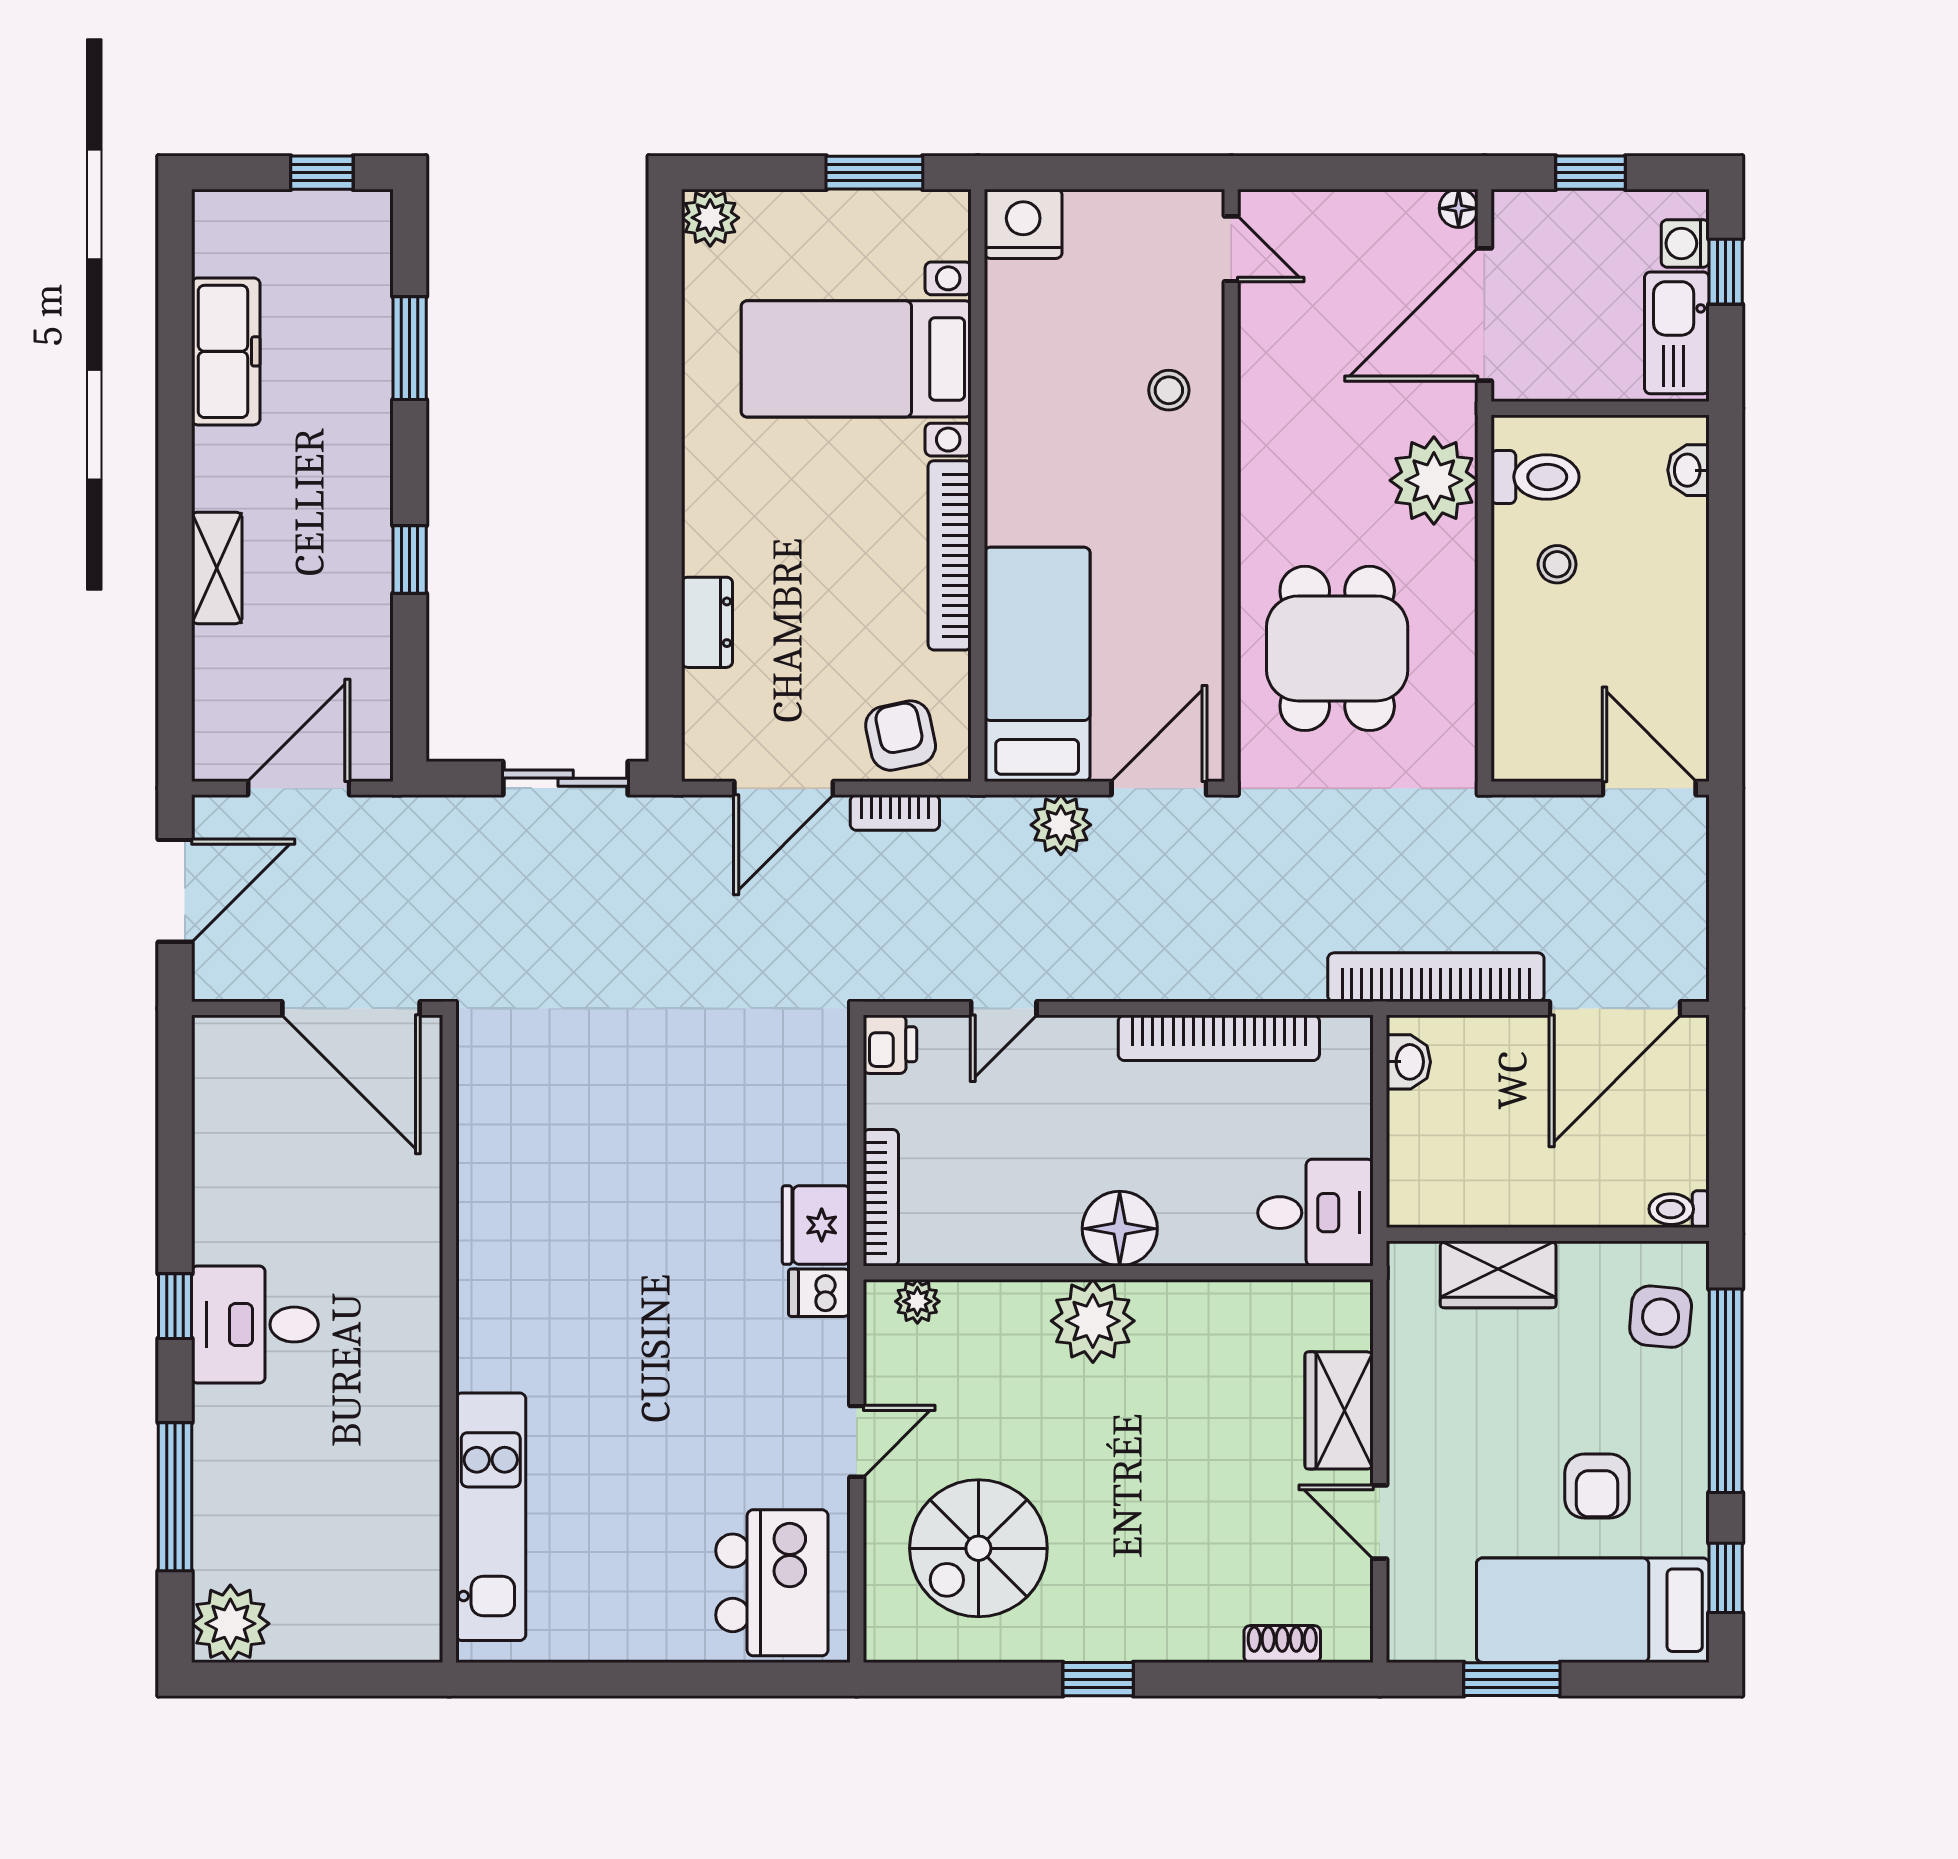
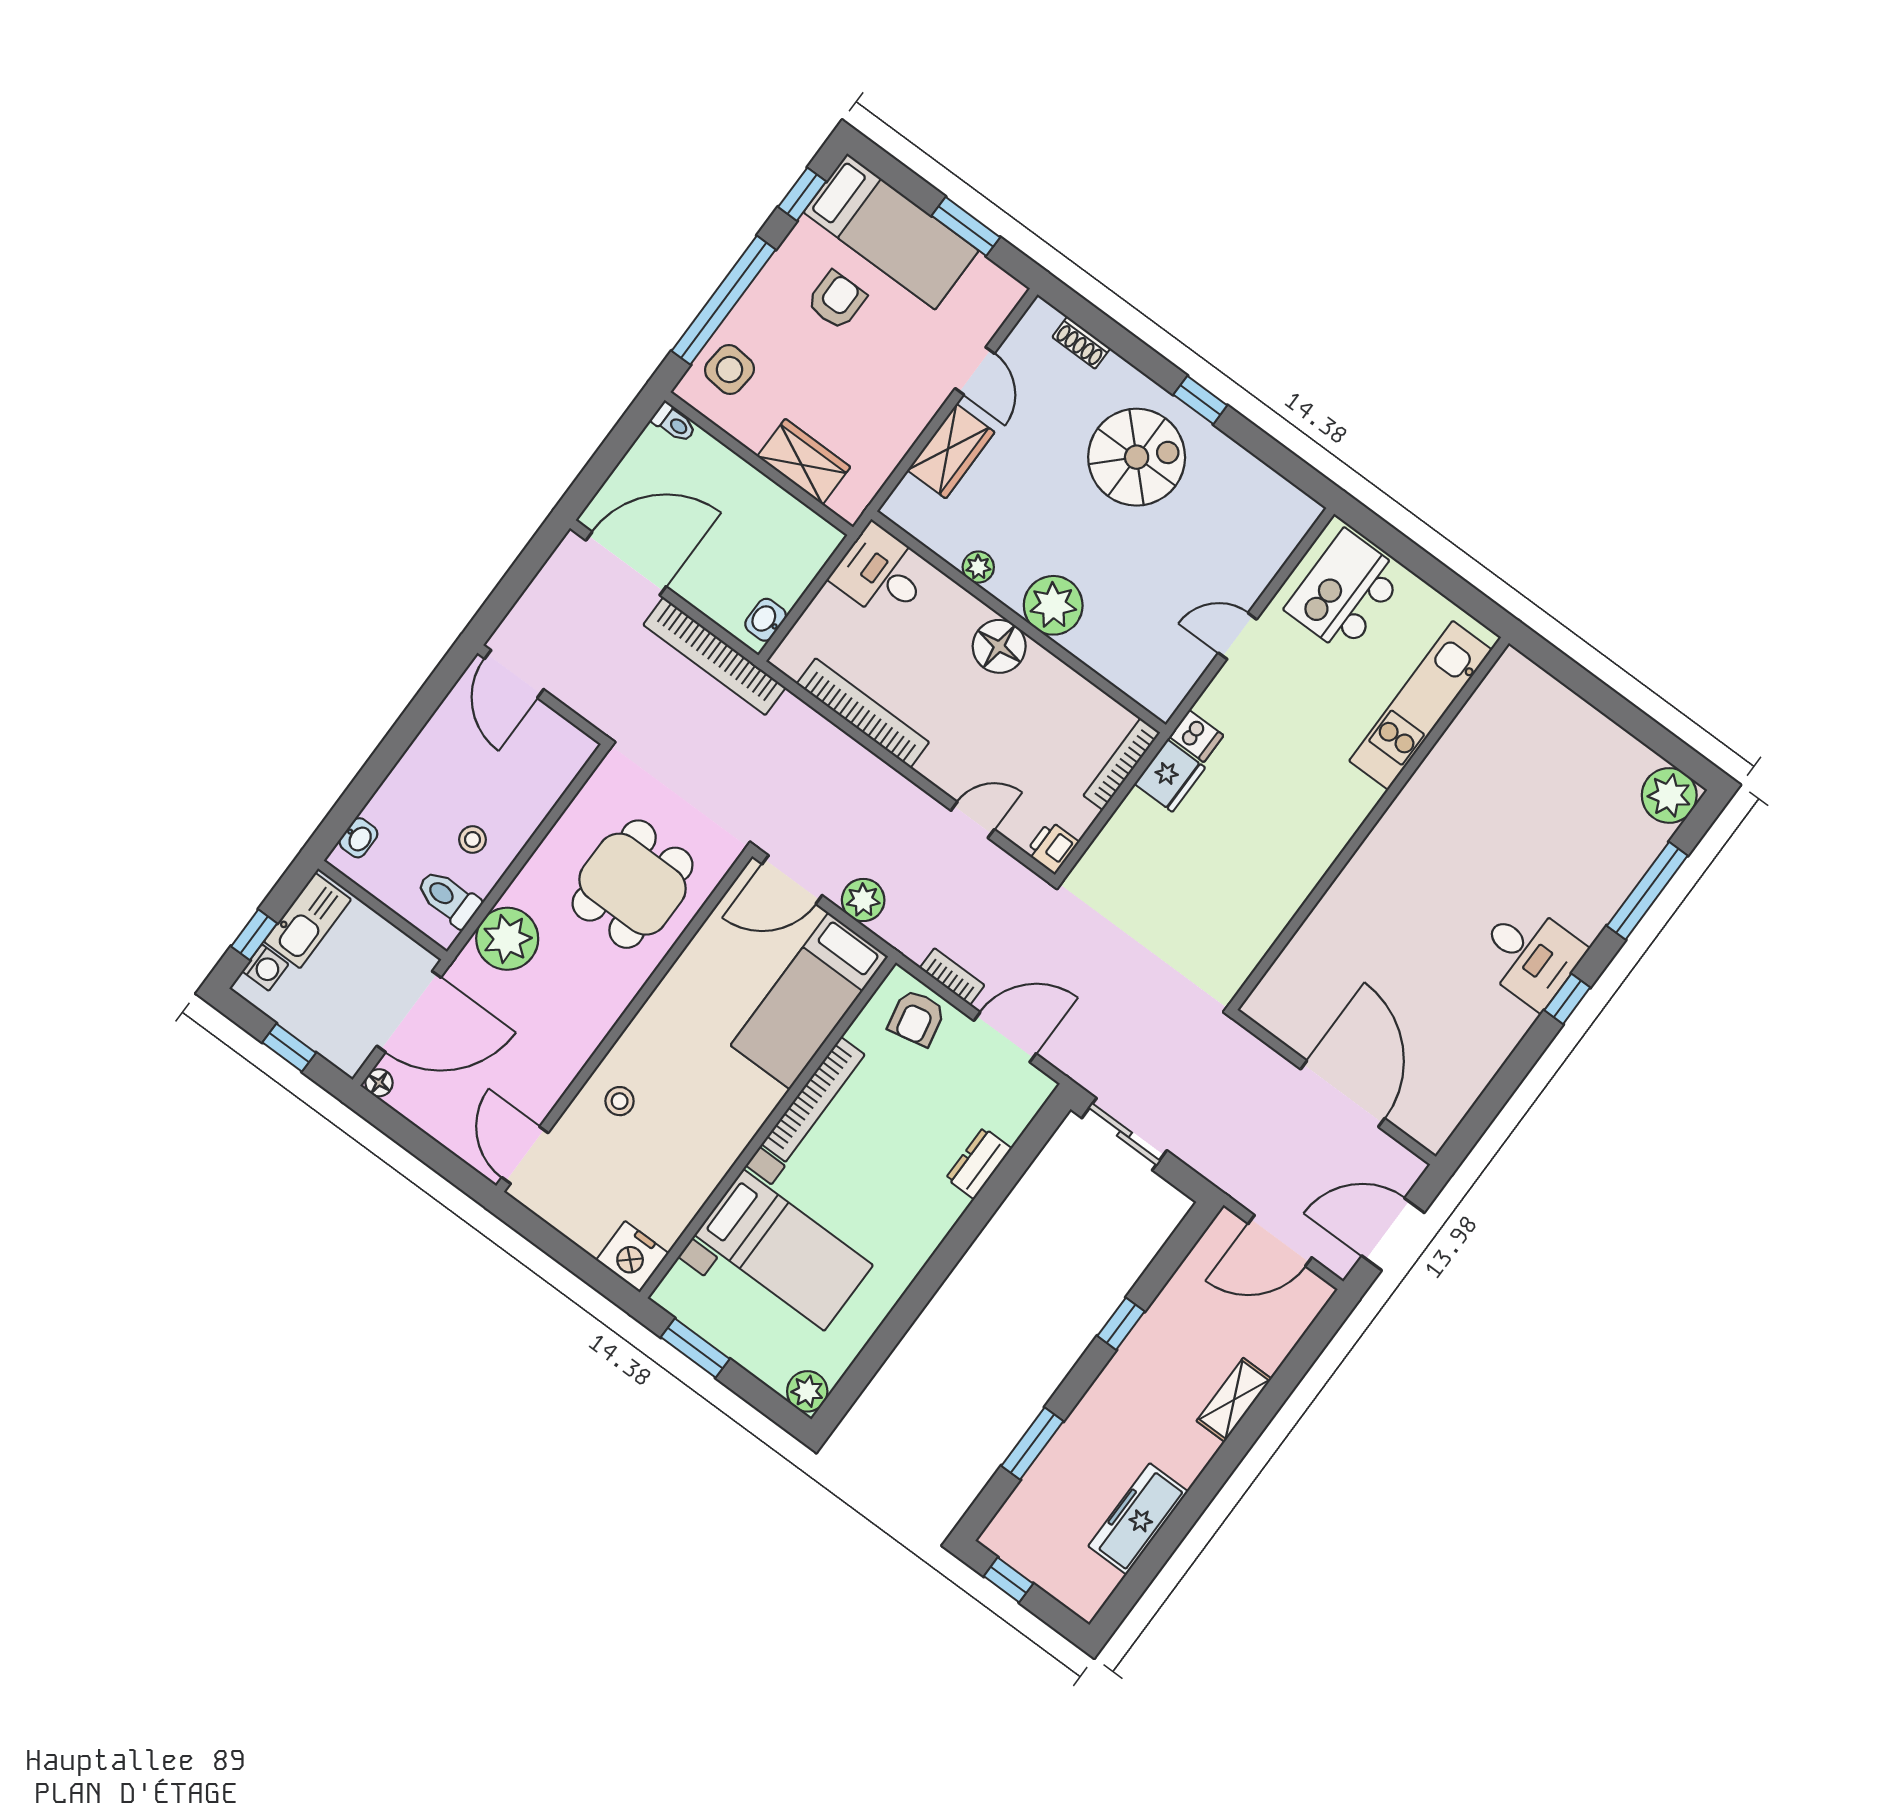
door: (1231, 249) -> (525, 1155), width x1.38
plant: (917, 1301) -> (978, 567), moved
wall: (449, 1339) -> (1369, 824), moved
kitchen unit: (491, 1517) -> (1420, 705), moved
spiral stairs: (978, 1548) -> (1137, 457), moved

